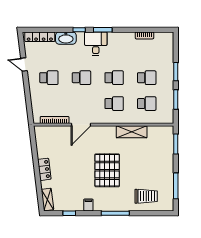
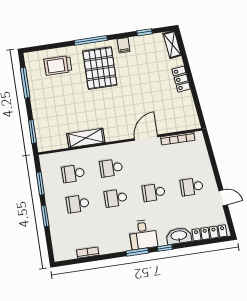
pallet: (107, 170) -> (100, 68), moved

